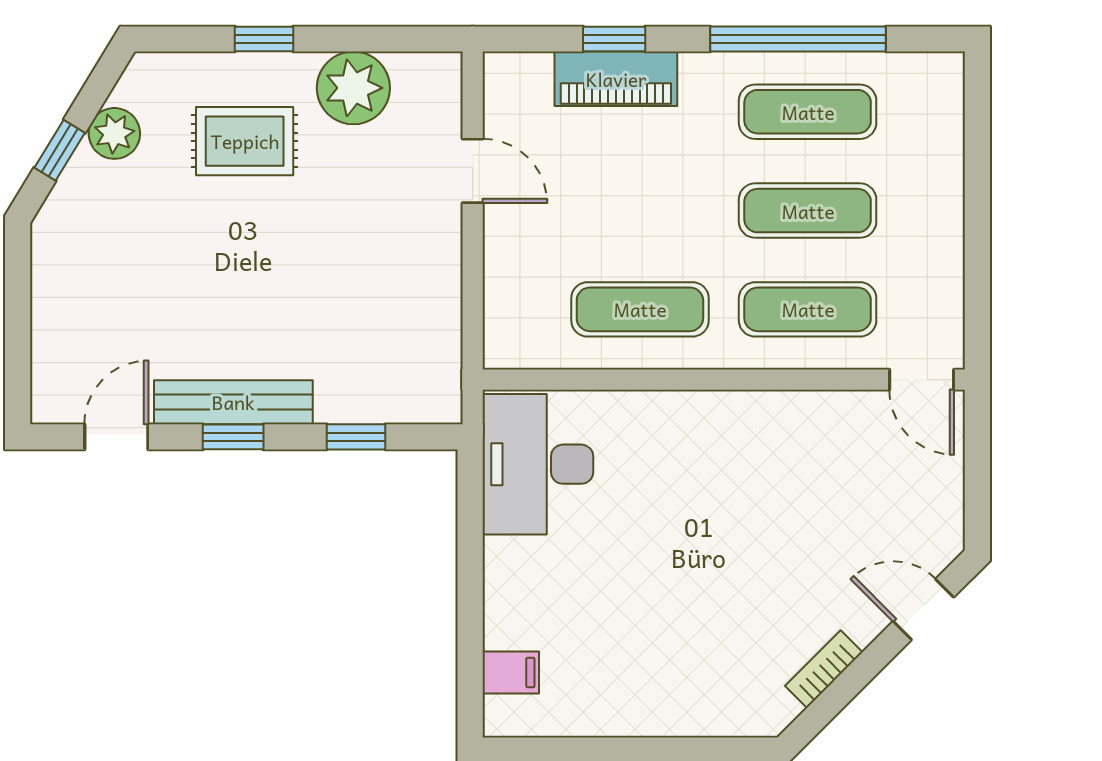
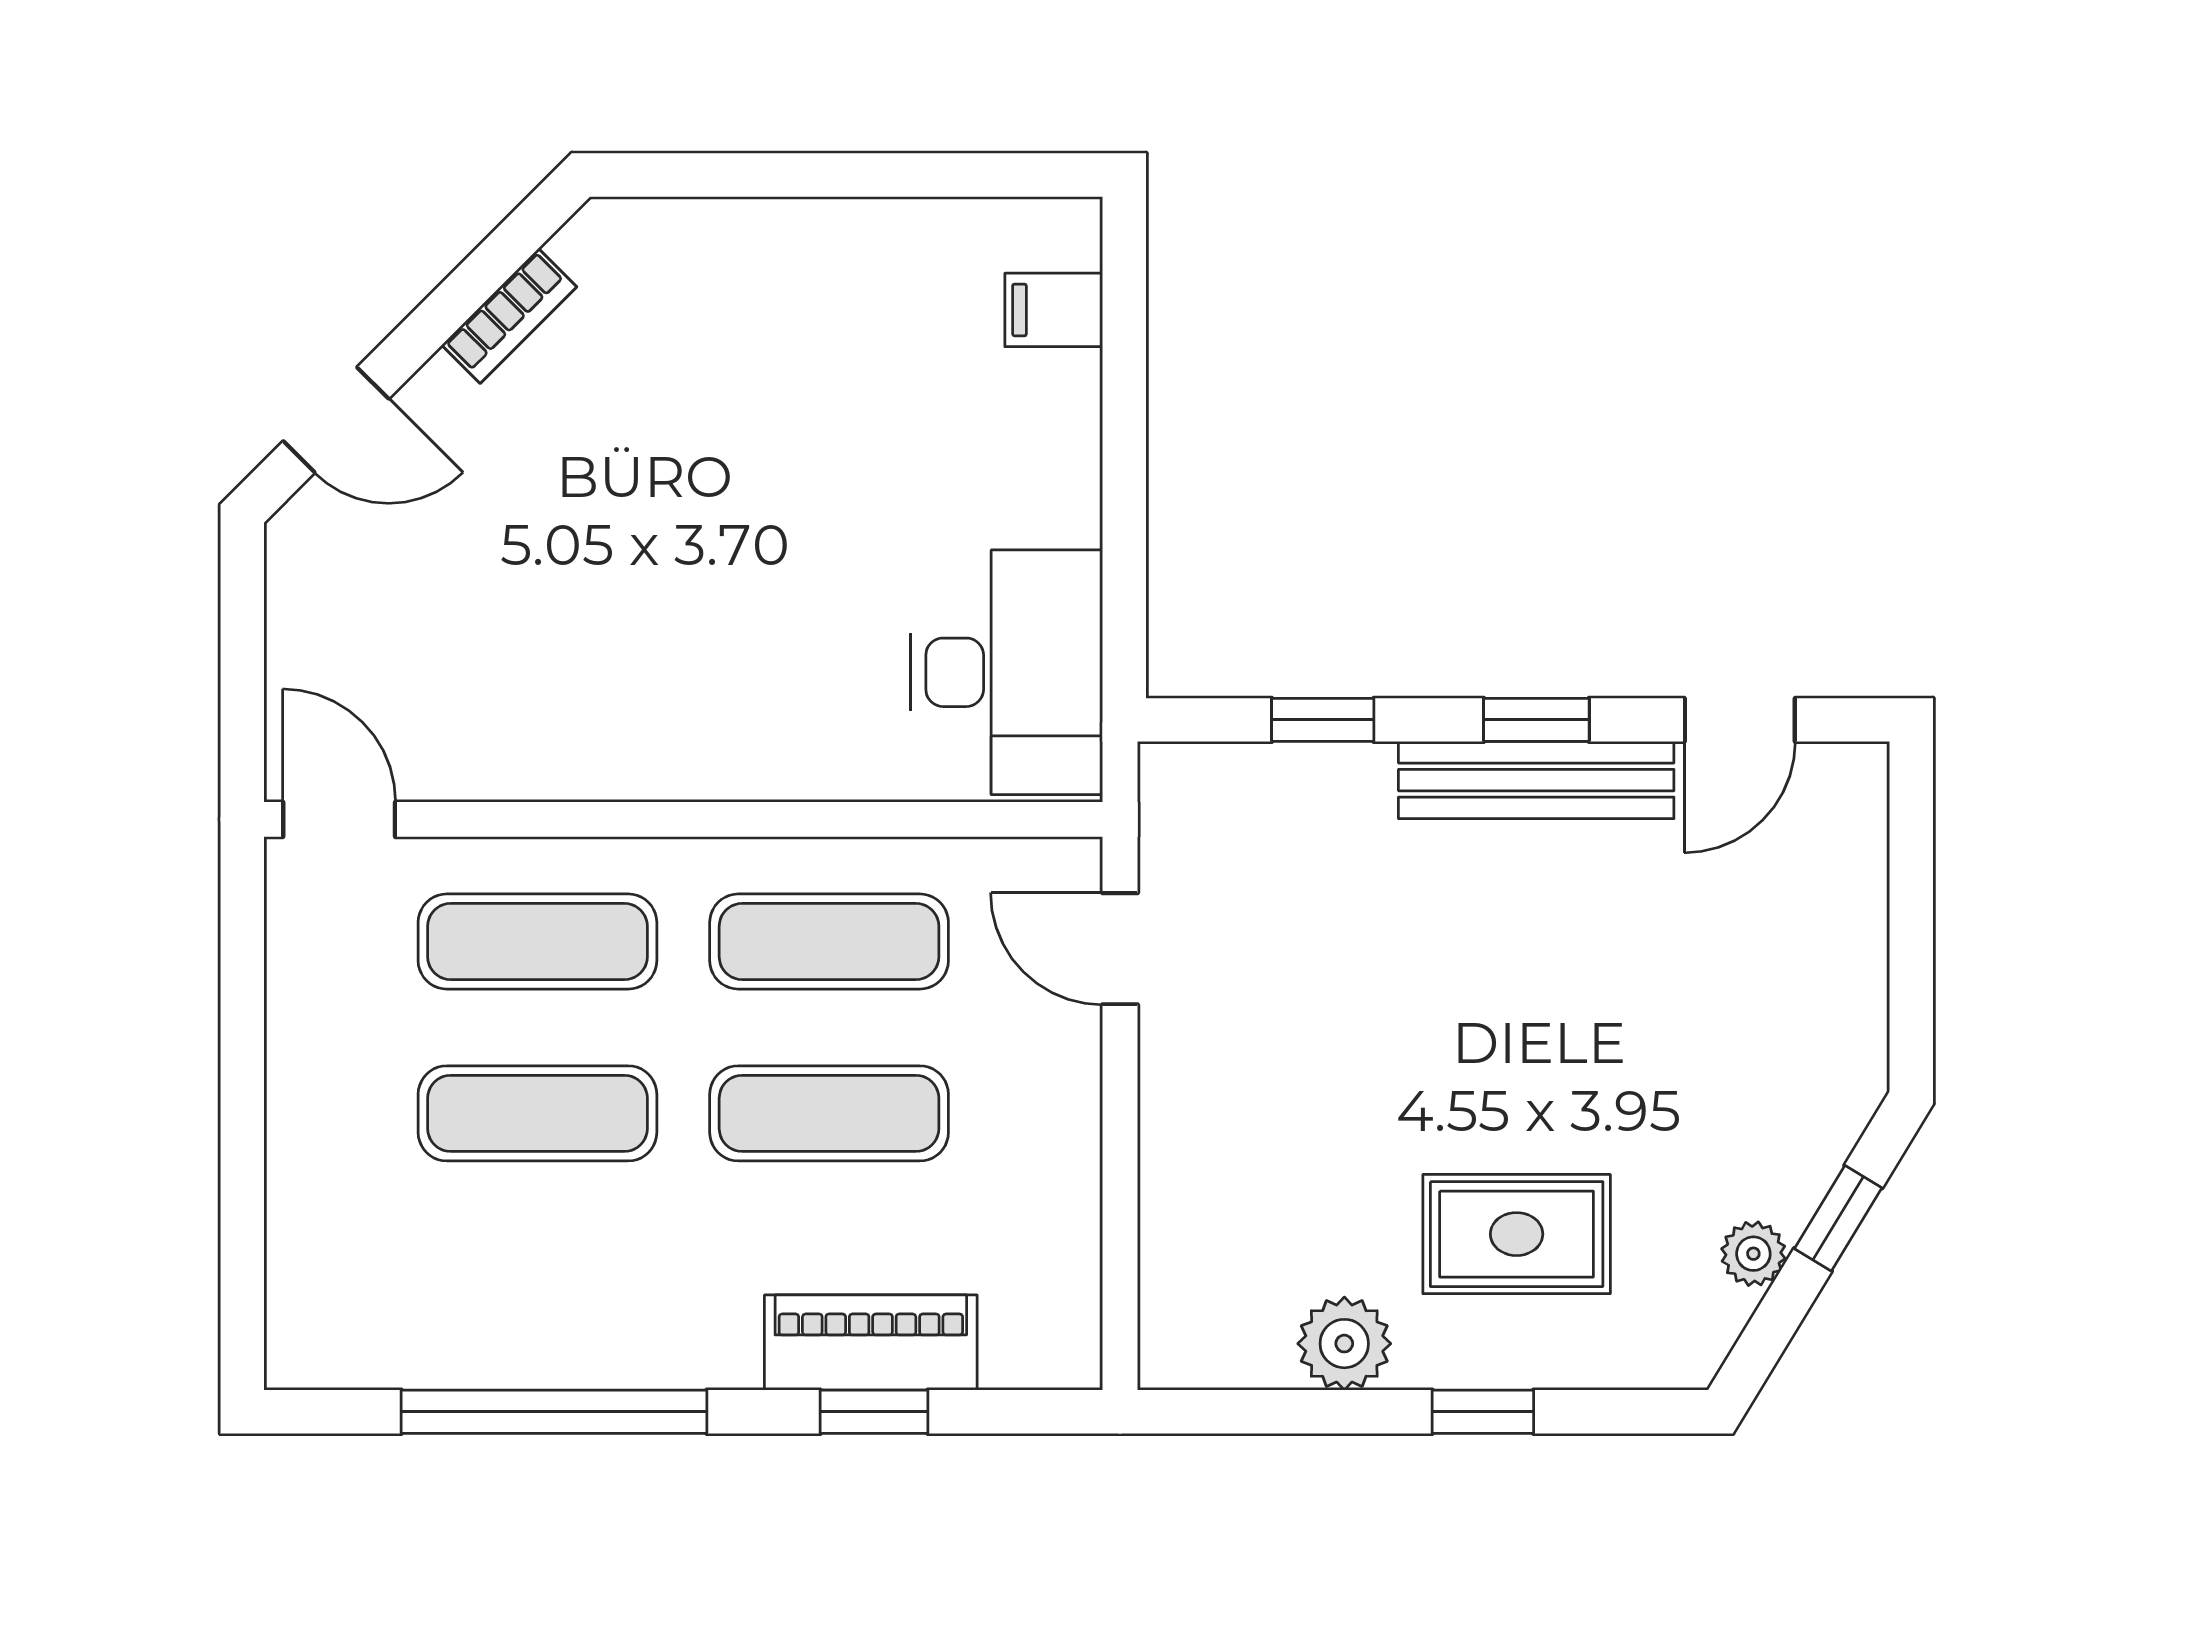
plant: (353, 88) -> (1344, 1344), width x0.73, depth x0.73
exercise mat: (808, 112) -> (829, 1113), moved
plant: (114, 133) -> (1753, 1254), width x0.73, depth x0.73
door: (473, 171) -> (1120, 949), moved

